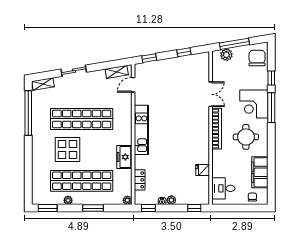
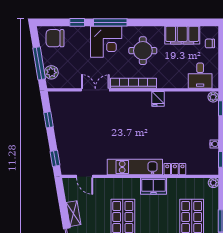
shelving: (117, 72) -> (74, 214), moved
freezer: (124, 157) -> (153, 186), moved
fridge: (203, 170) -> (158, 99), moved
locker: (140, 180) -> (175, 169), moved
plant: (171, 200) -> (213, 97), moved

